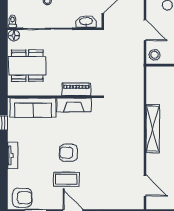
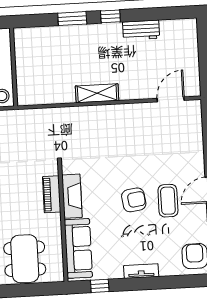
shelving: (153, 129) -> (97, 93), width x0.68
armchair: (68, 153) -> (134, 200), turned -98

